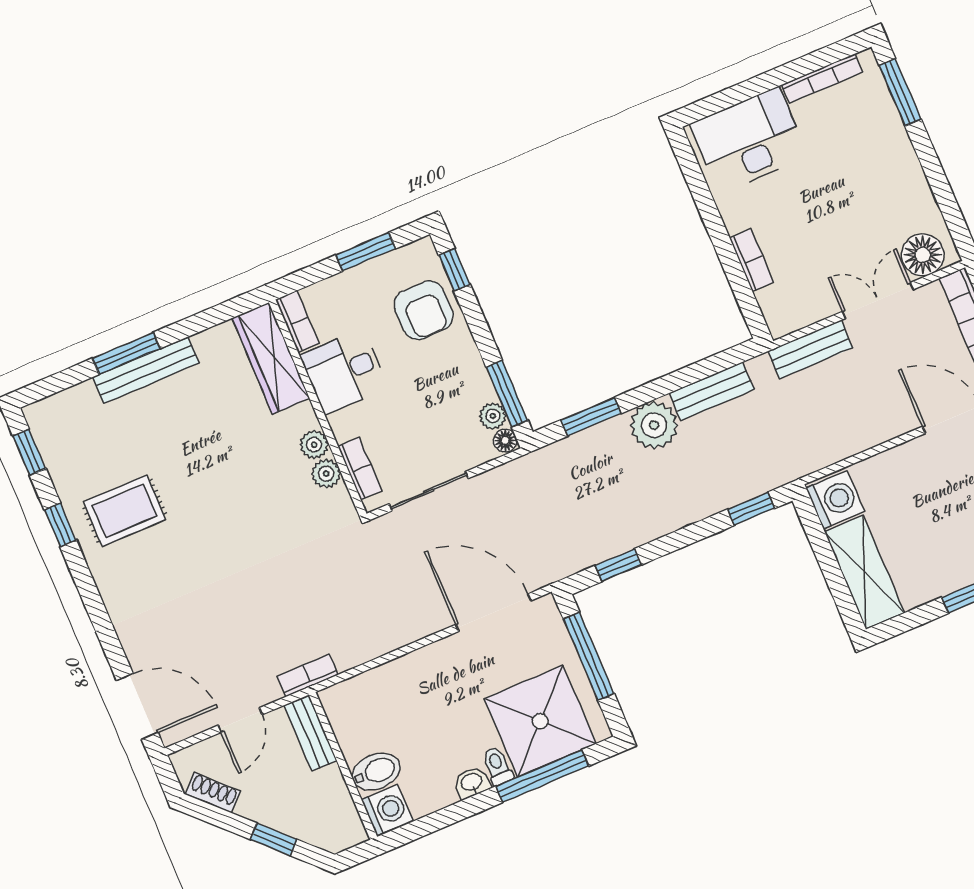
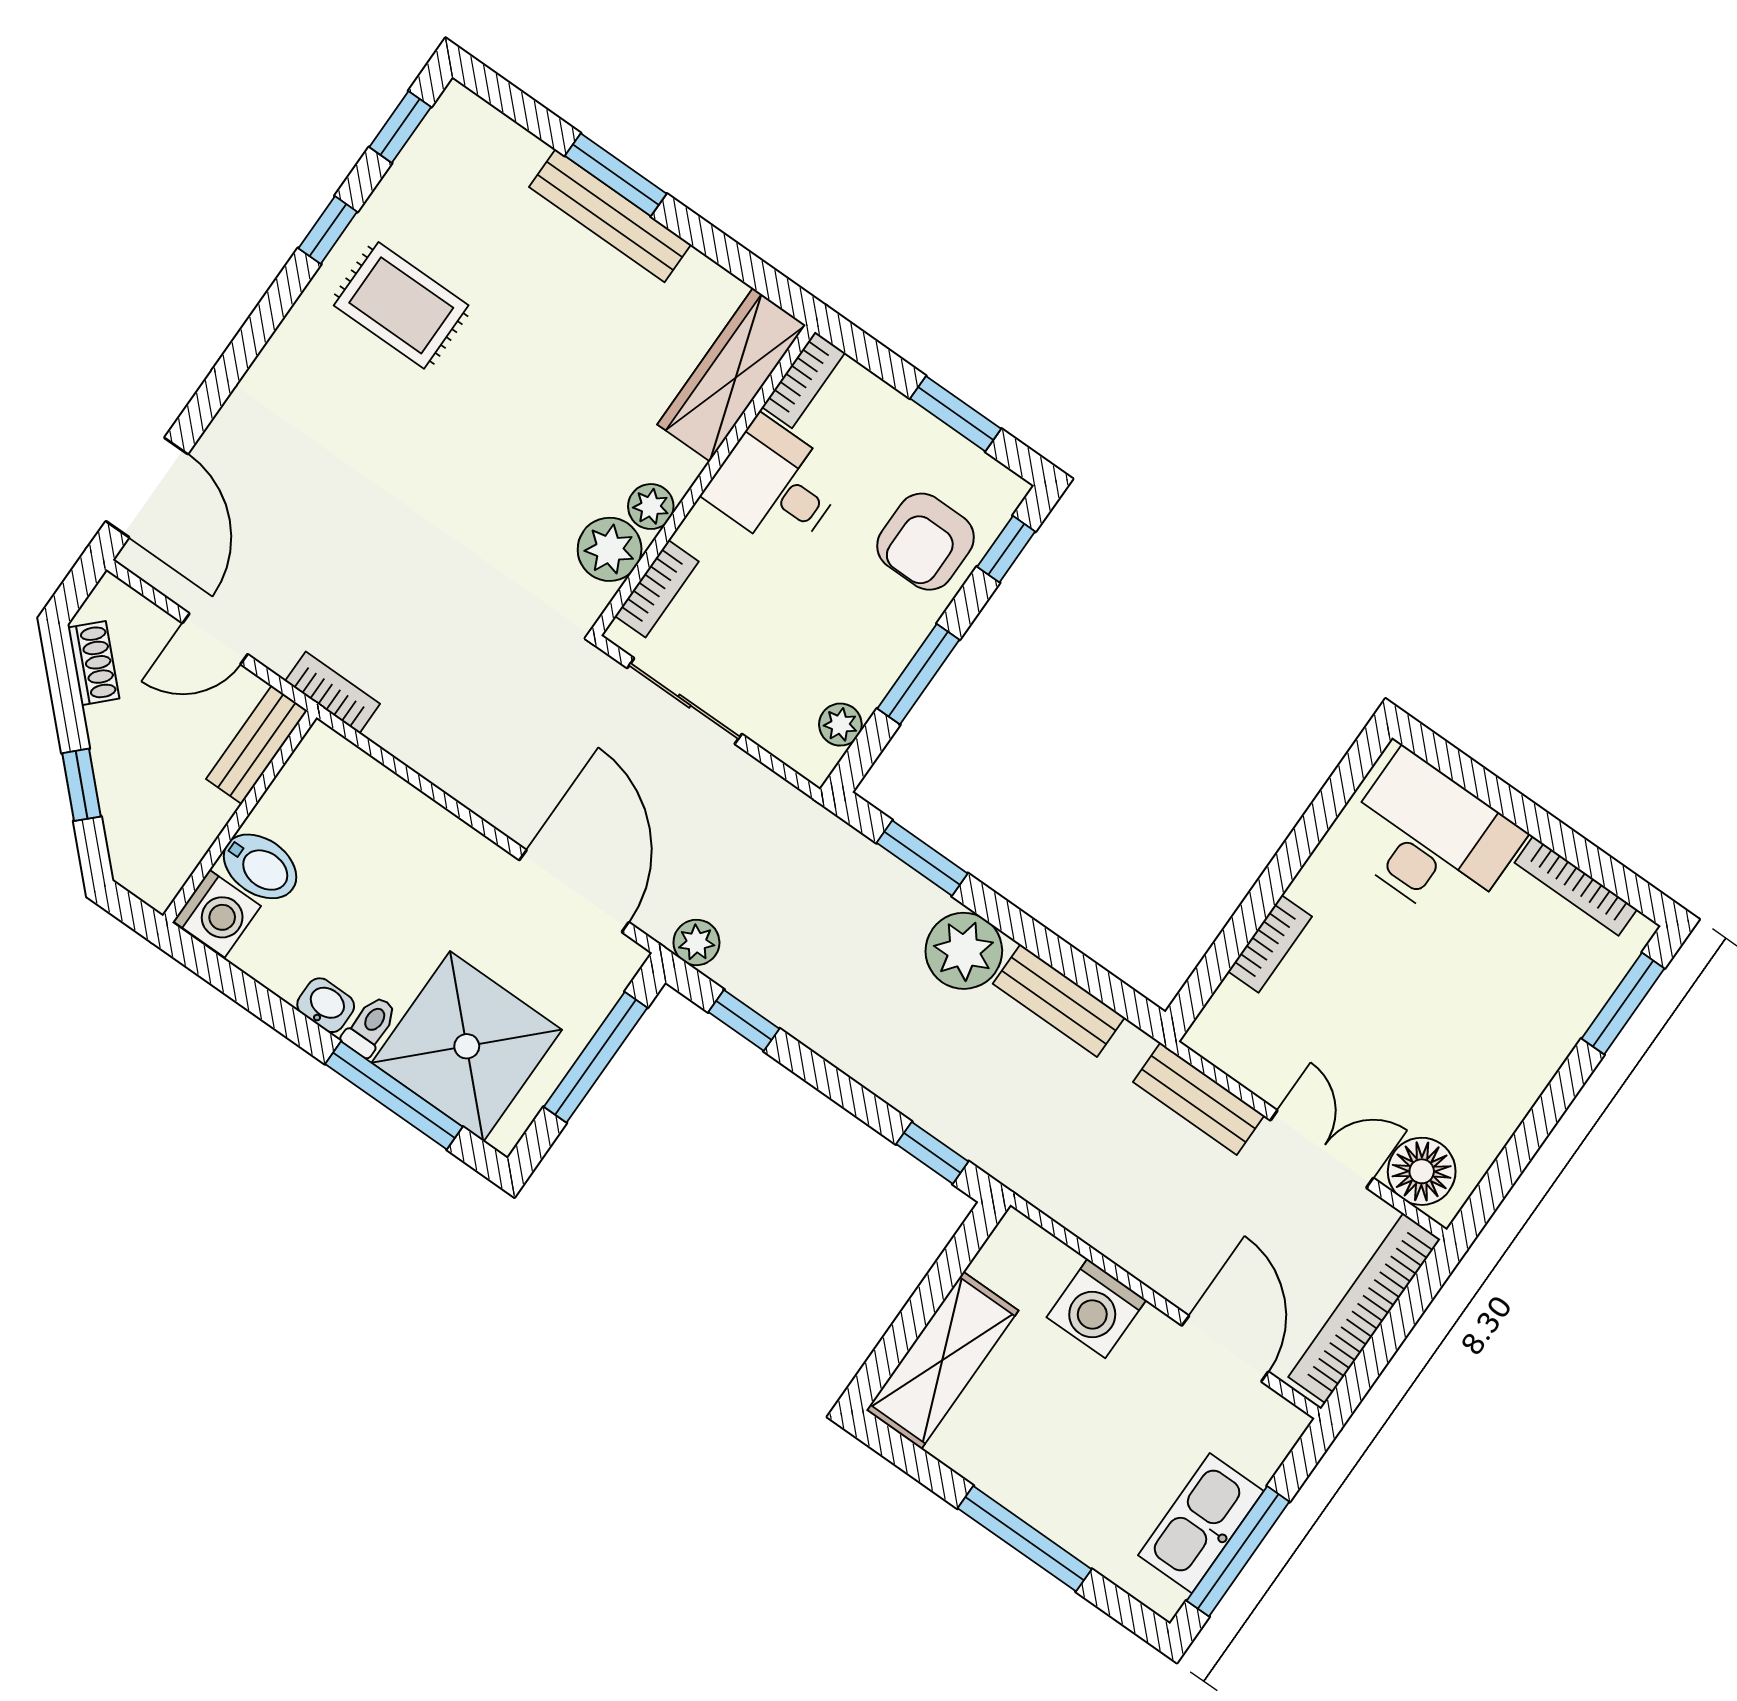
window: (507, 394) -> (918, 674), moved
floor lamp: (505, 441) -> (818, 762), removed
plant: (326, 474) -> (610, 549), width x1.38, depth x1.38
washing machine: (835, 500) -> (1096, 1309), moved, turned 90
plant: (561, 565) -> (696, 942), added

